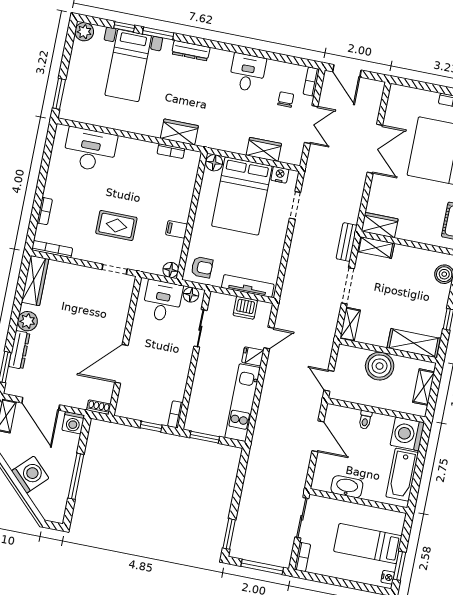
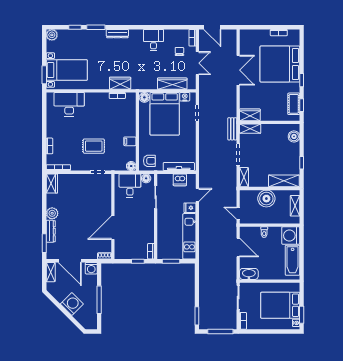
bed with nightstands: (128, 65) -> (67, 70), moved, turned -90
wardrobe: (264, 149) -> (172, 84), width x1.50
wardrobe: (35, 281) -> (52, 183), width x0.67
washbasin: (347, 487) -> (249, 274), moved
bed: (368, 544) -> (280, 305), width x1.50

